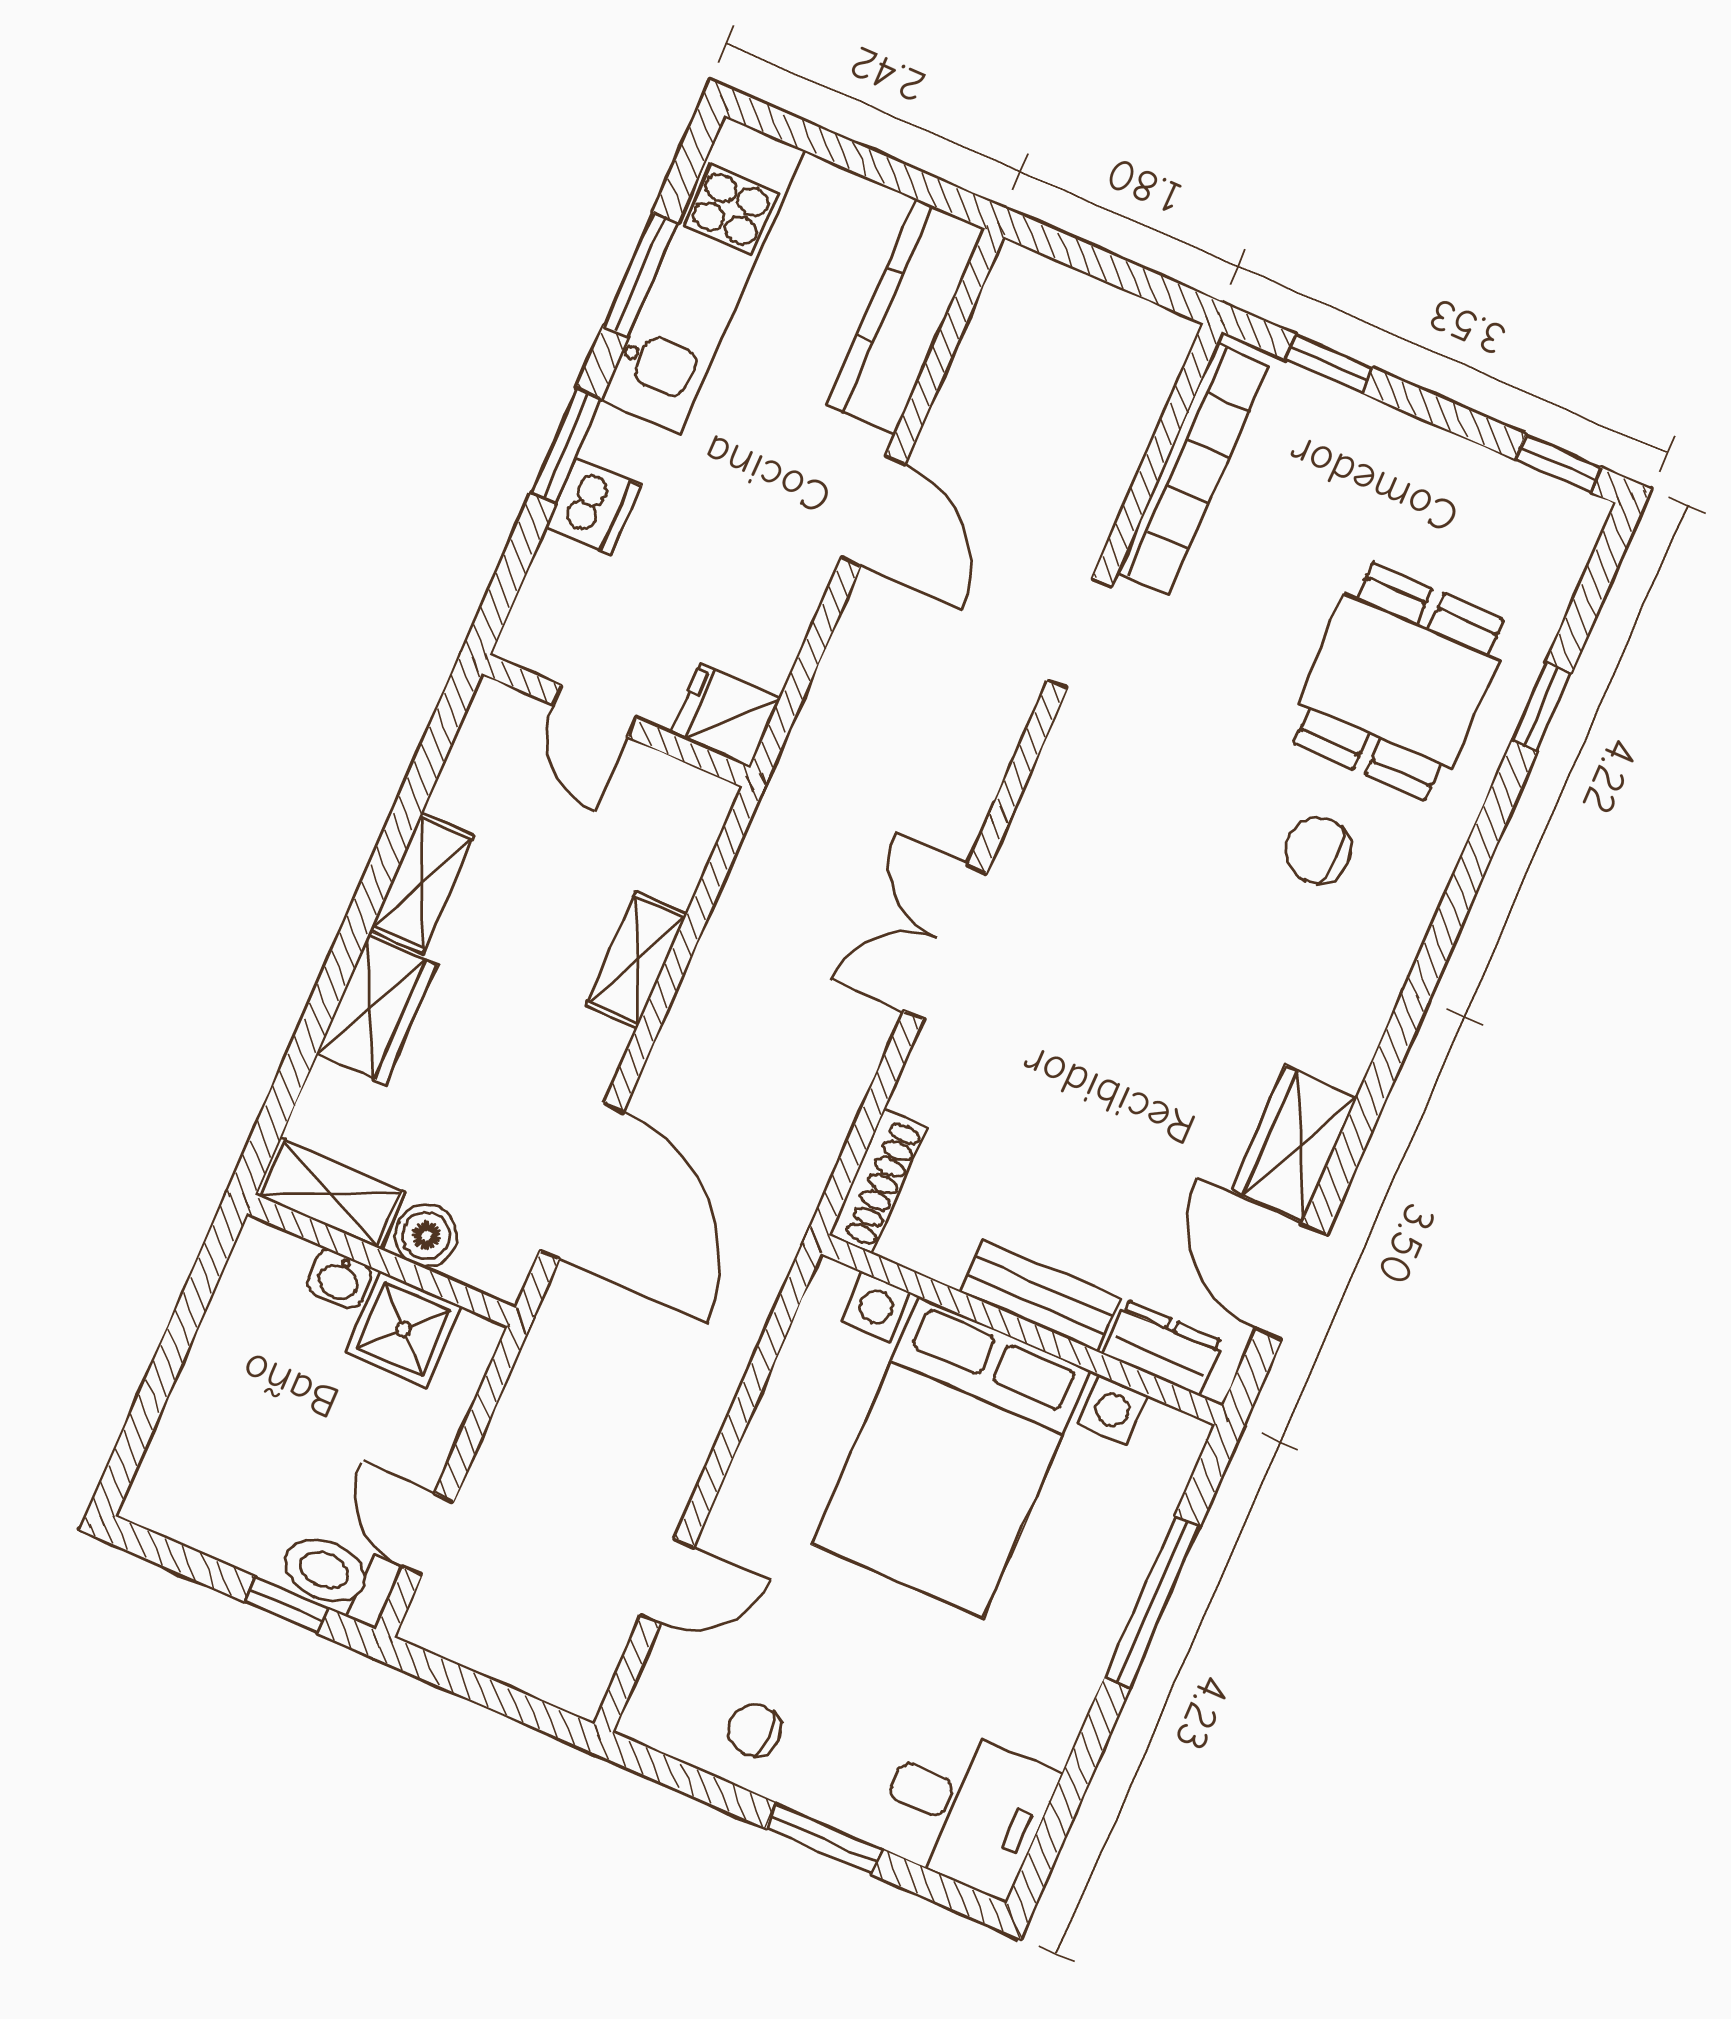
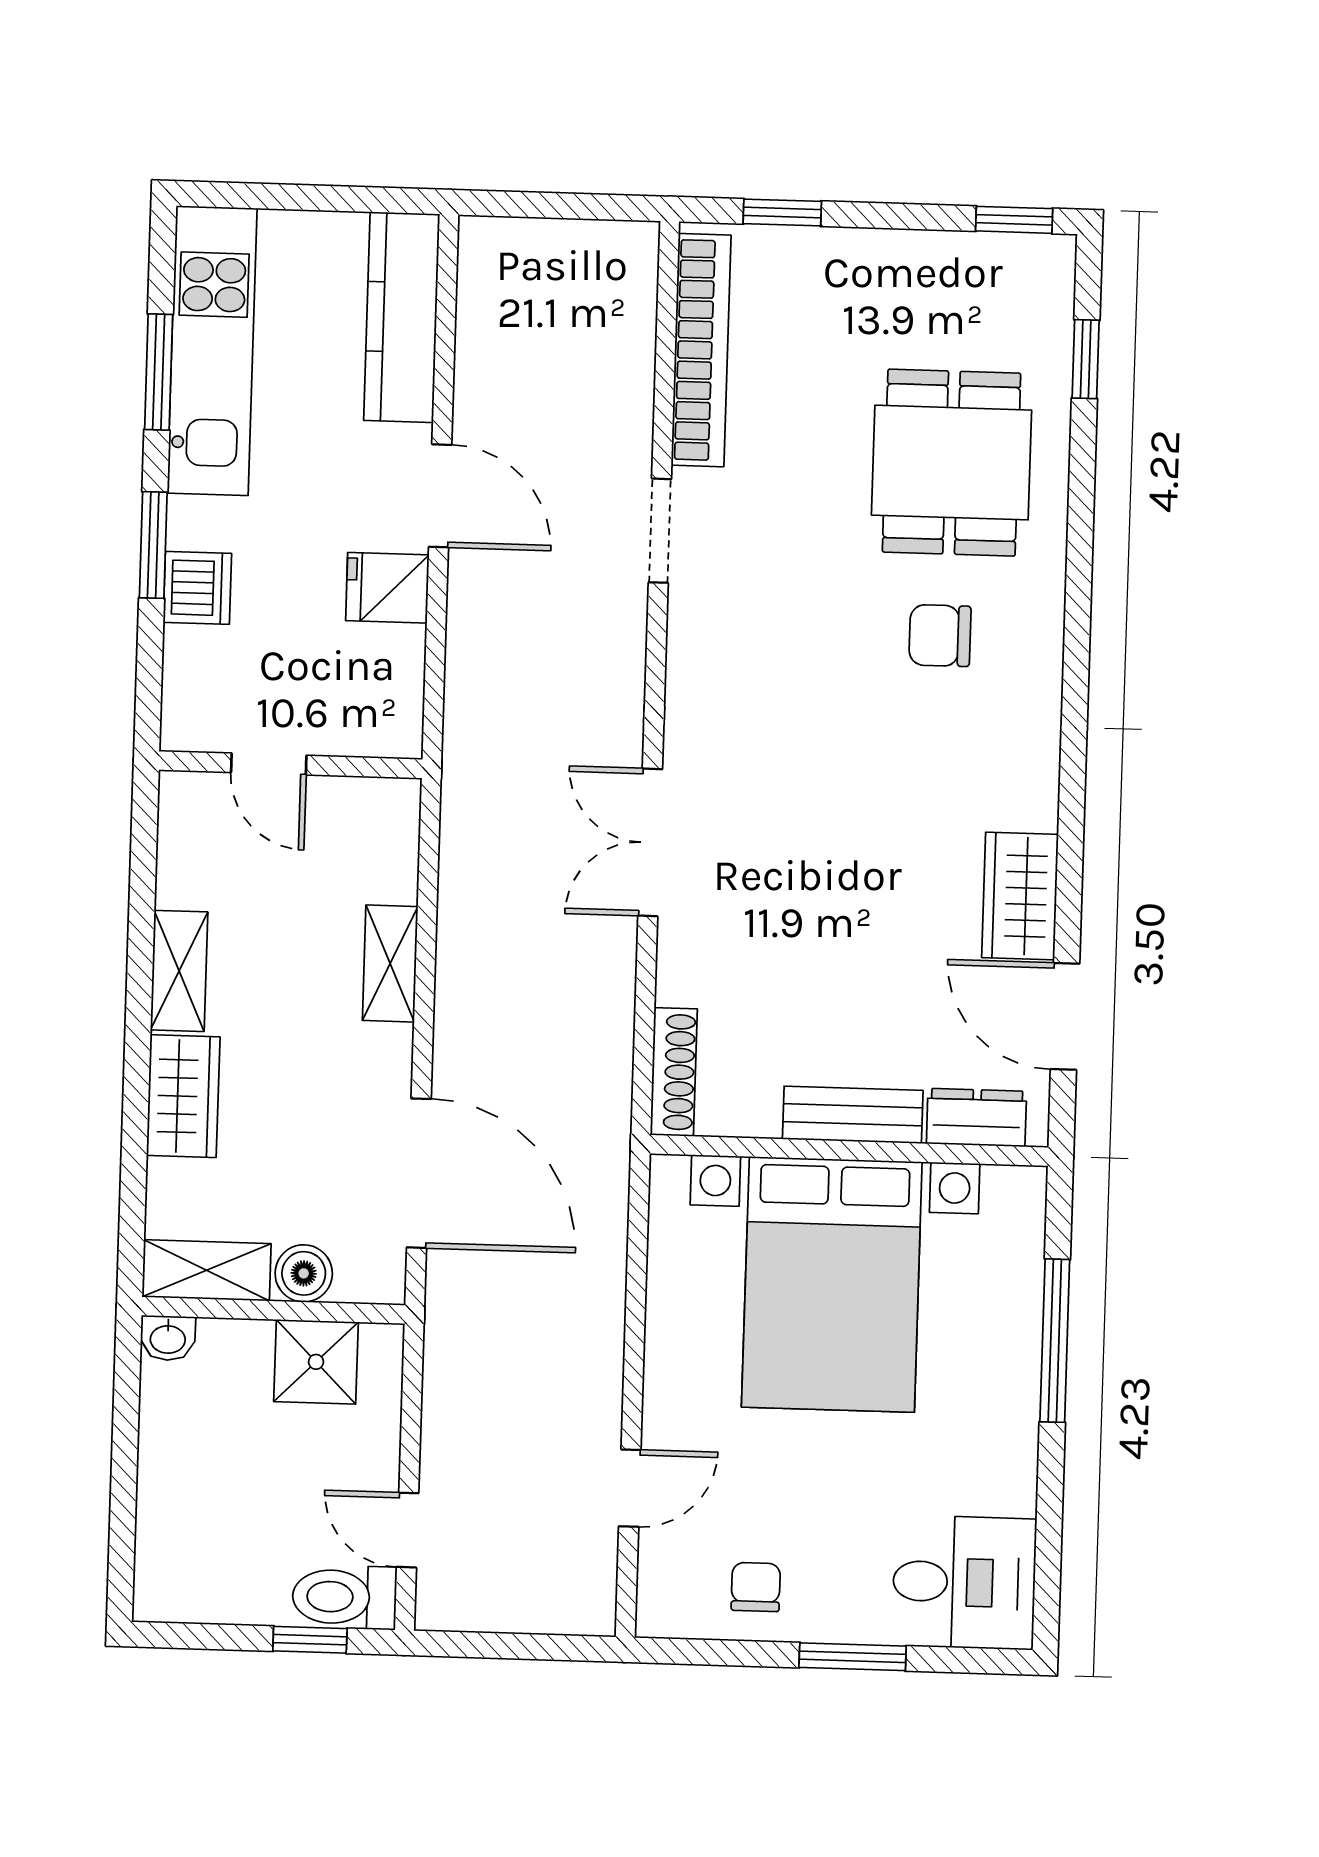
window: (1542, 707) -> (1086, 359), moved
fridge: (726, 715) -> (387, 588), moved
washbasin: (339, 1279) -> (168, 1338), moved
chair: (754, 1730) -> (756, 1587), turned 90

